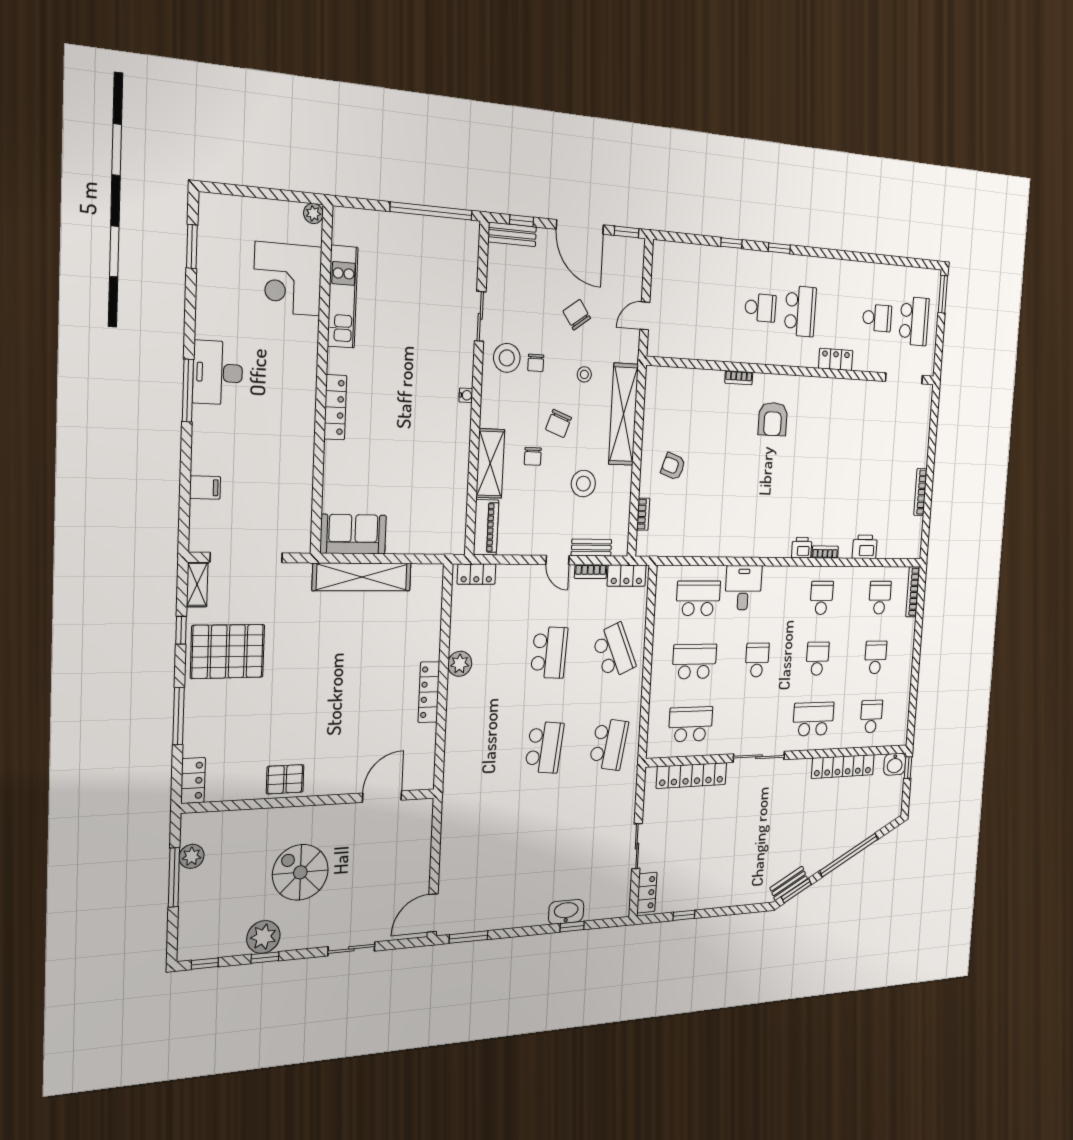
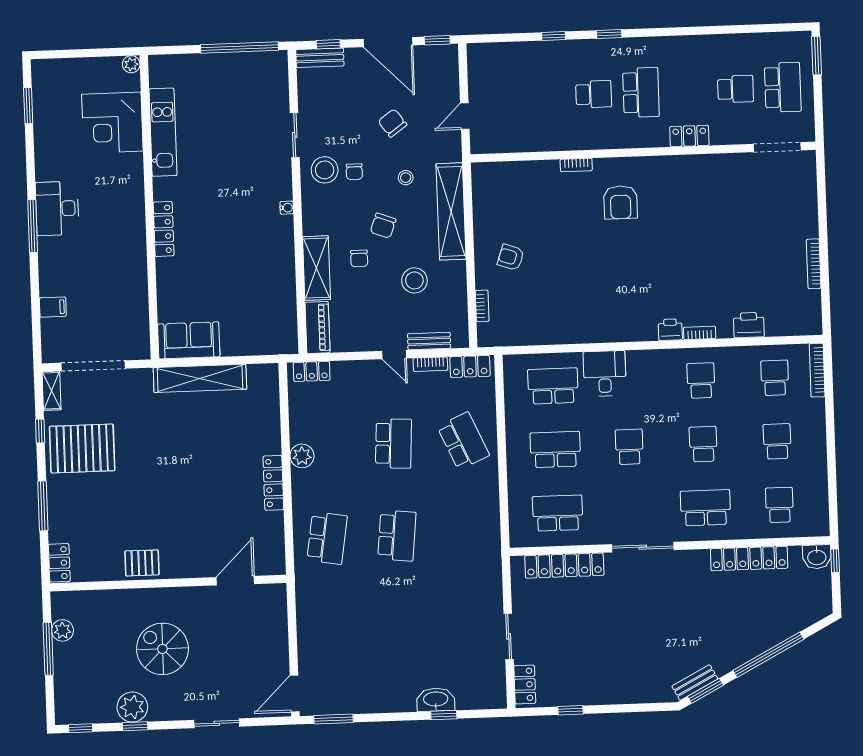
school desk: (609, 744) -> (327, 538), moved

